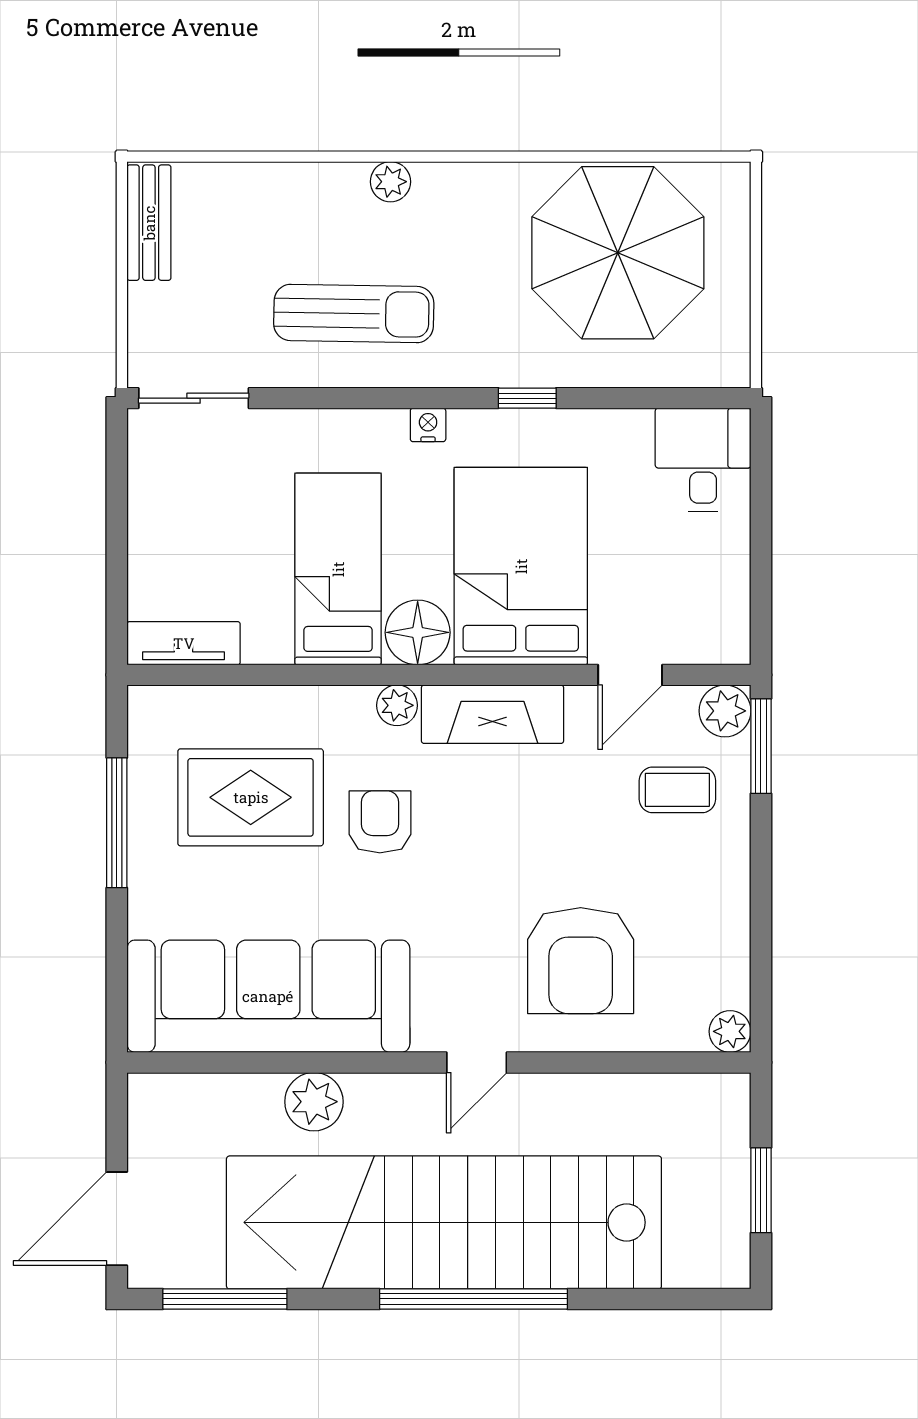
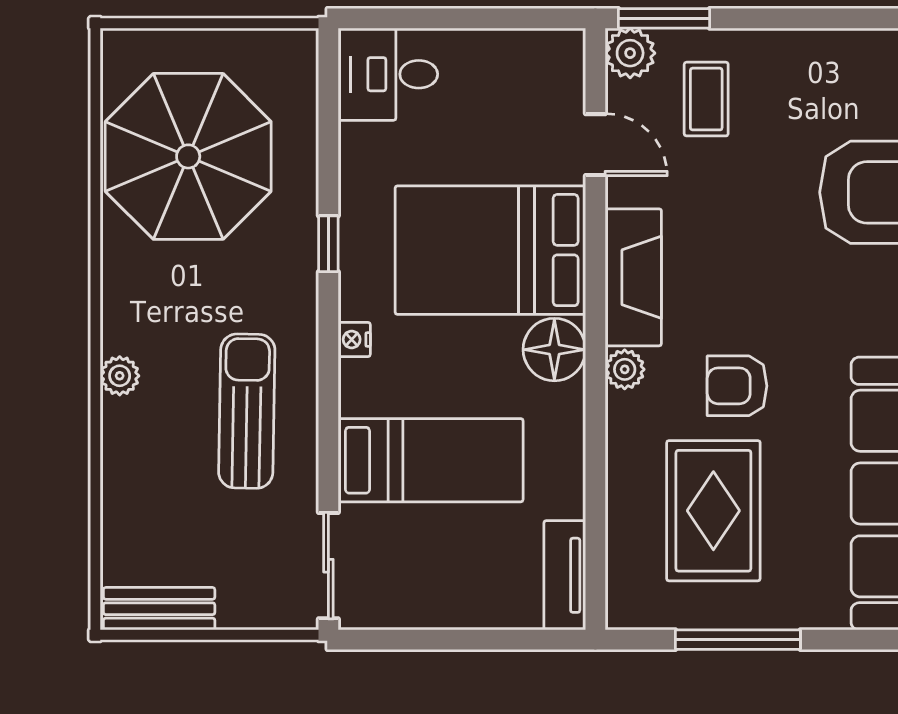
bed: (338, 569) -> (431, 460), moved, turned 180

